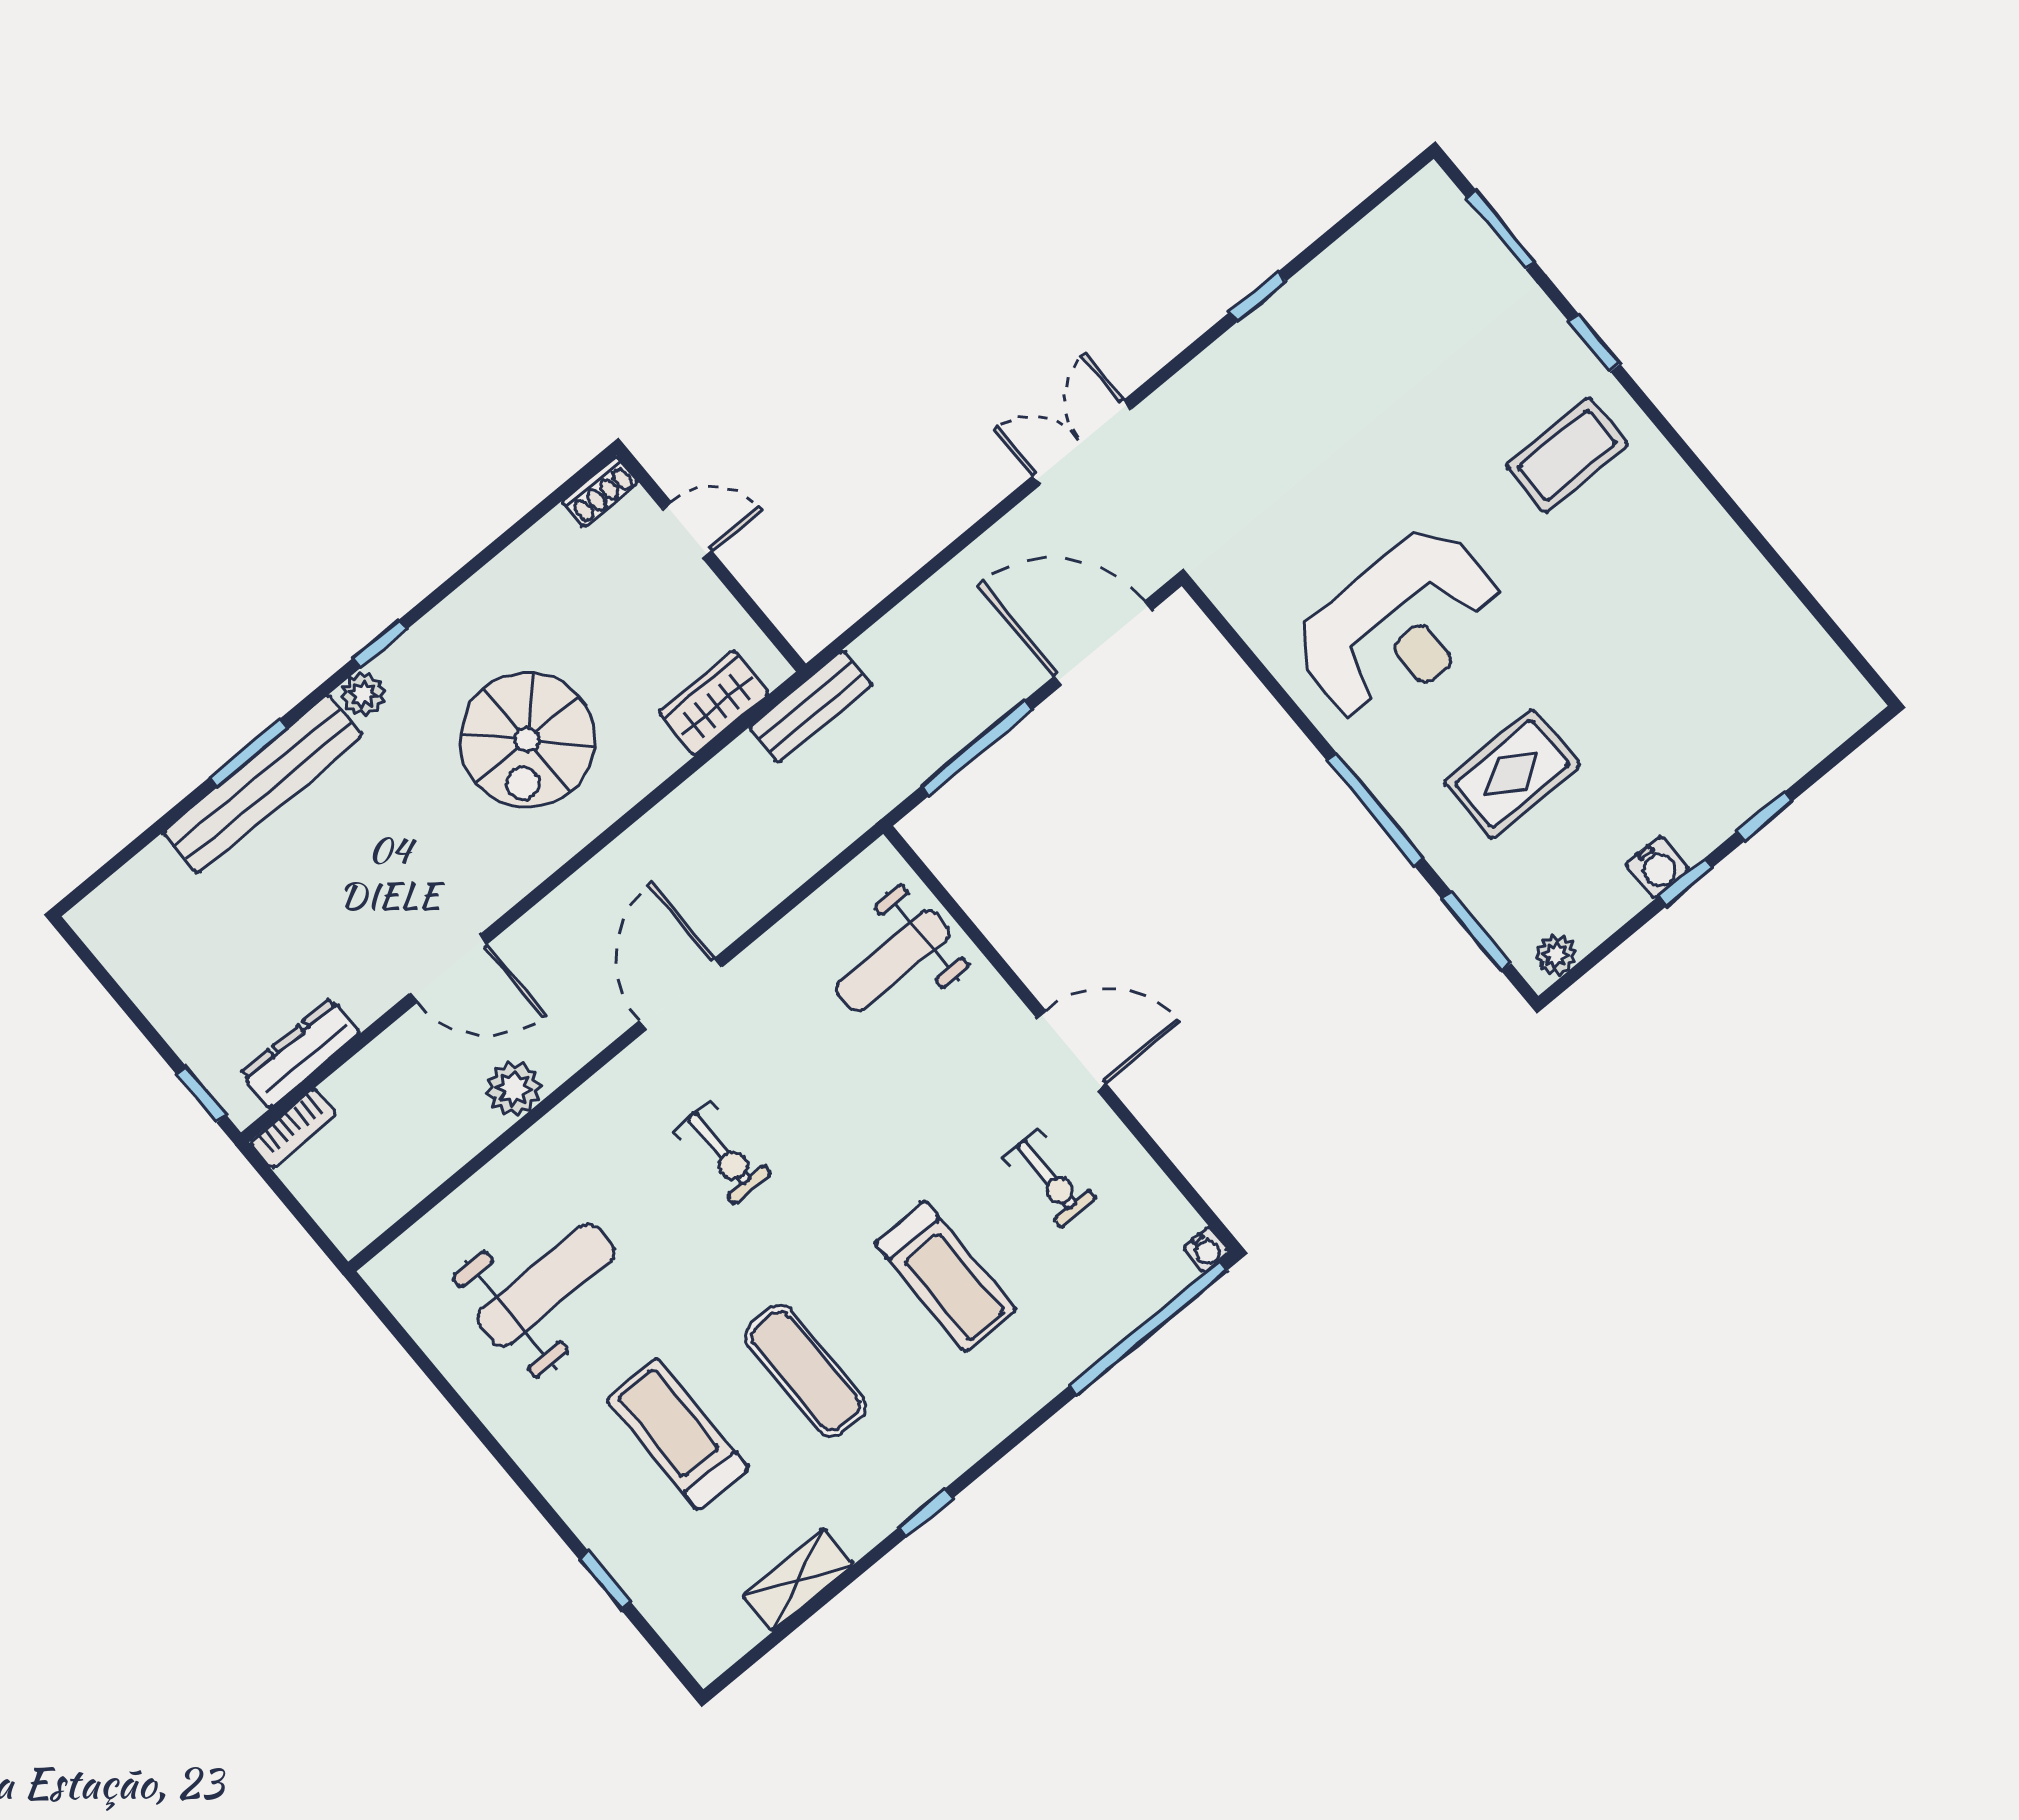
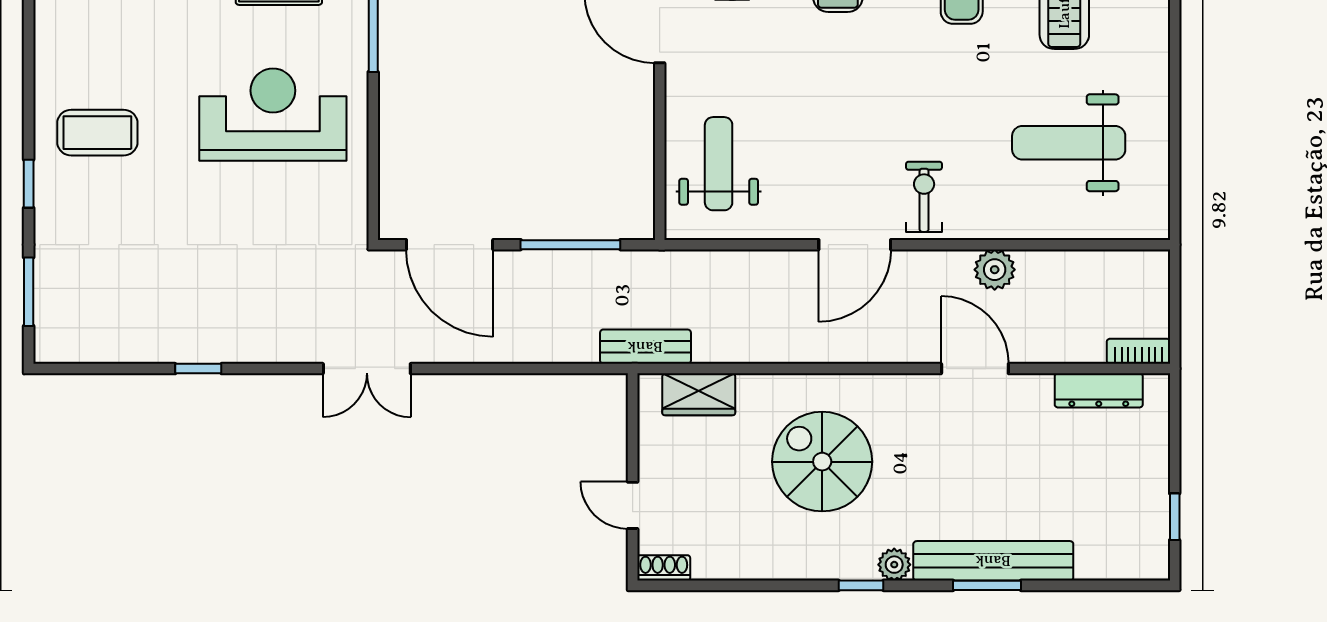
spiral stairs: (527, 740) -> (822, 462), turned -90
weight bench: (893, 960) -> (719, 164), turned -90
window: (201, 1094) -> (1175, 517), moved
exercise bike: (722, 1152) -> (924, 197), moved

